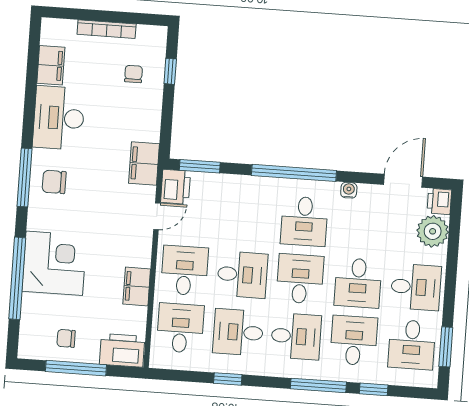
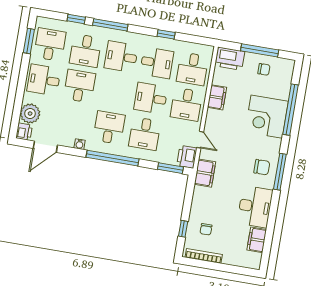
bookcase: (107, 29) -> (204, 256), moved
door: (157, 216) -> (200, 140), swing flipped
desk: (300, 279) -> (145, 134), moved

